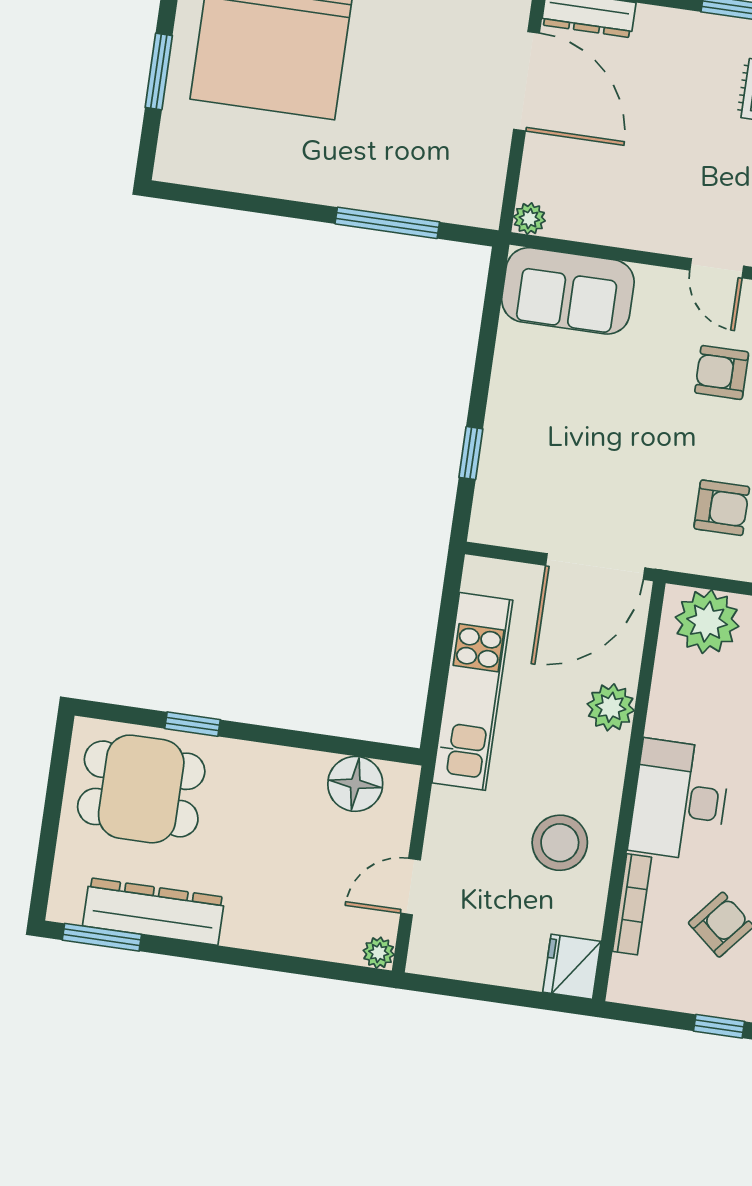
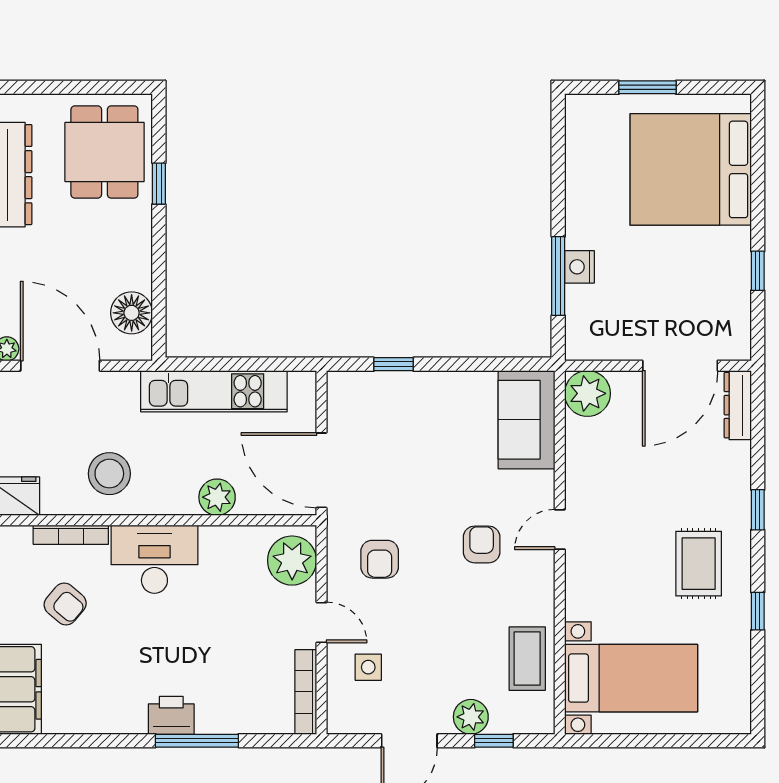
nightstand: (379, 193) -> (579, 267), added
plant: (529, 219) -> (587, 393), width x1.88, depth x1.88
door: (411, 887) -> (60, 366), width x1.87

